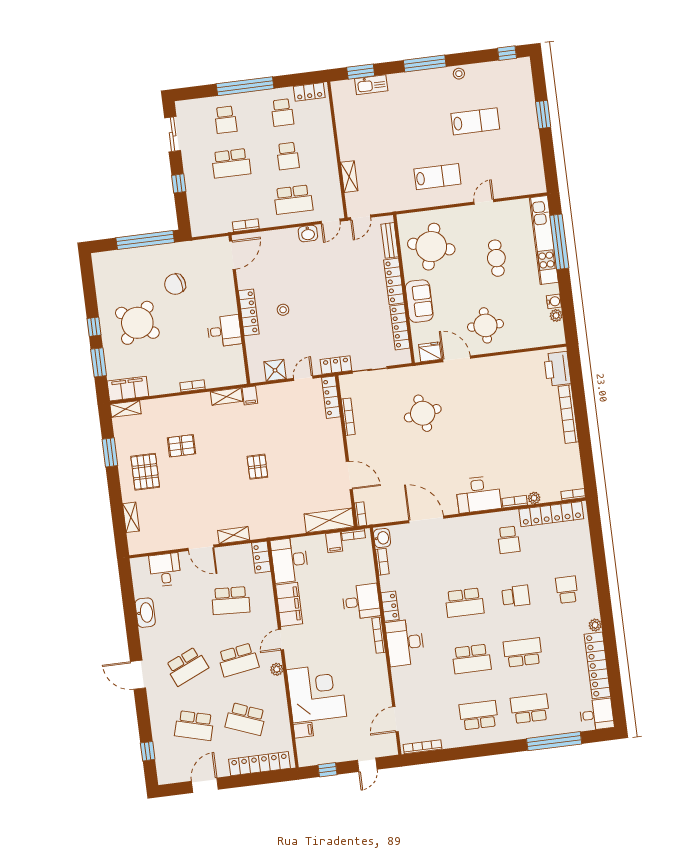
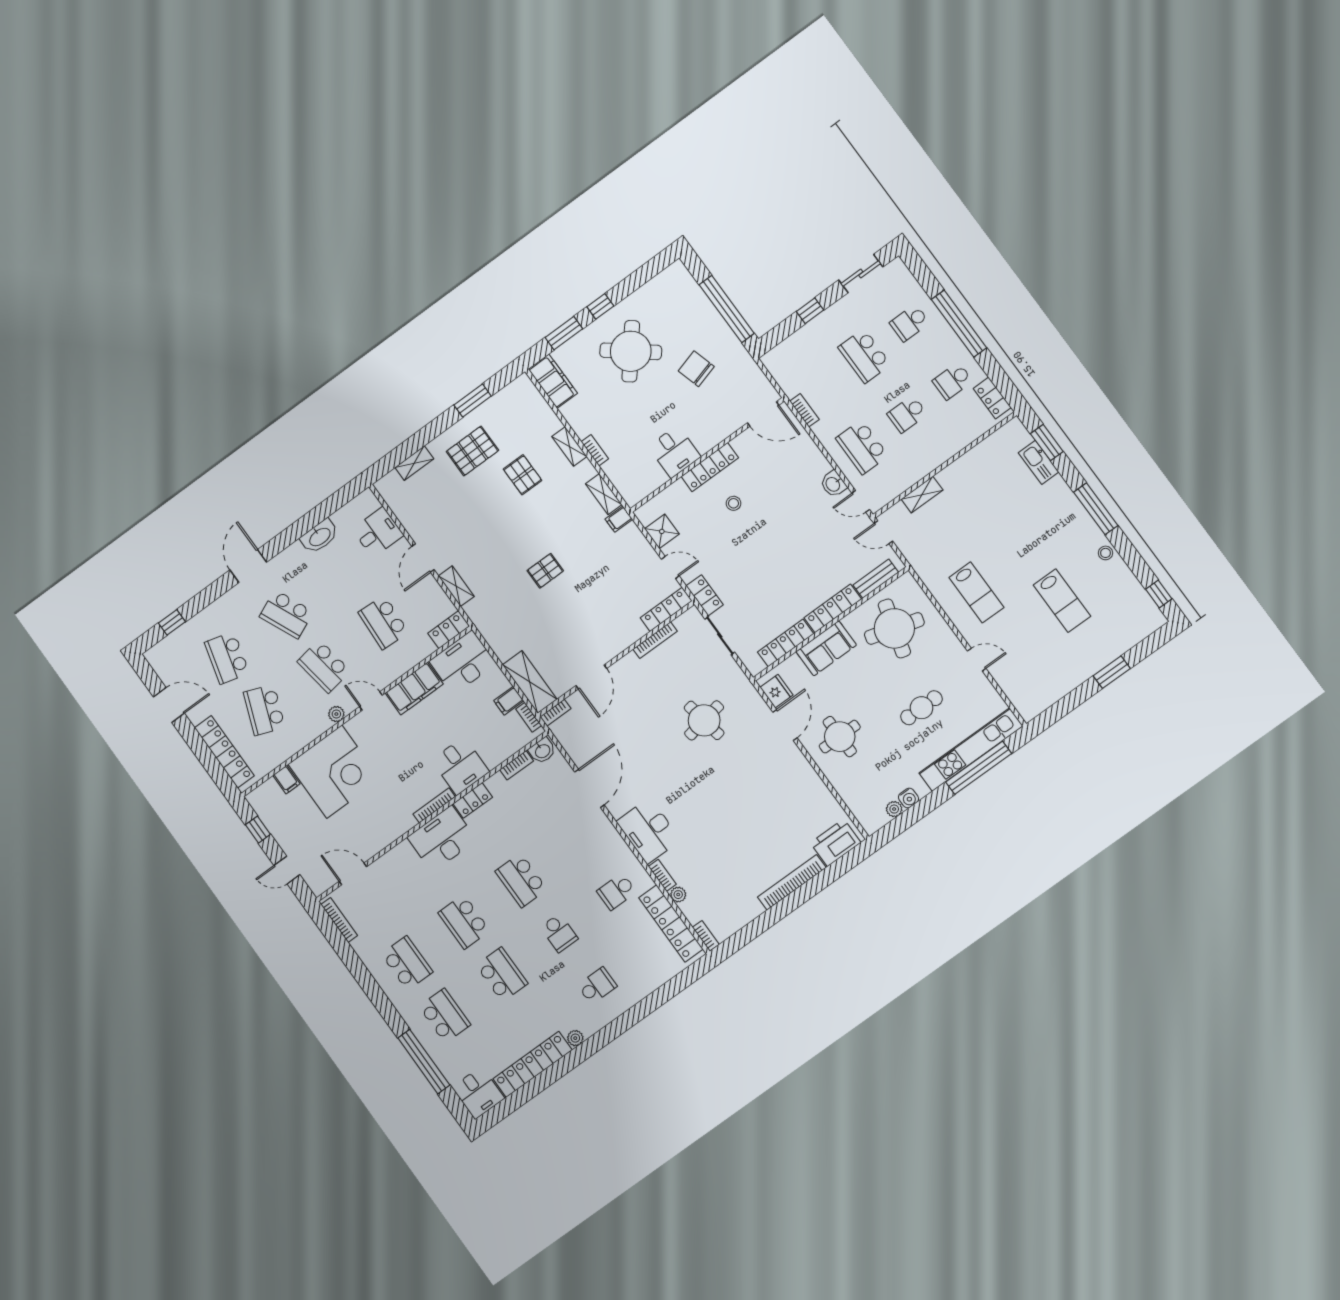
shelving: (126, 409) -> (569, 446), moved

